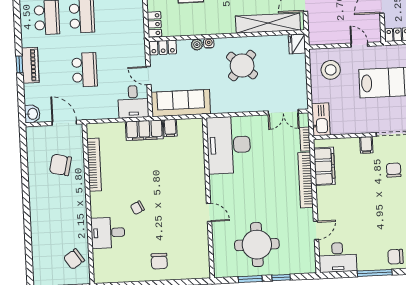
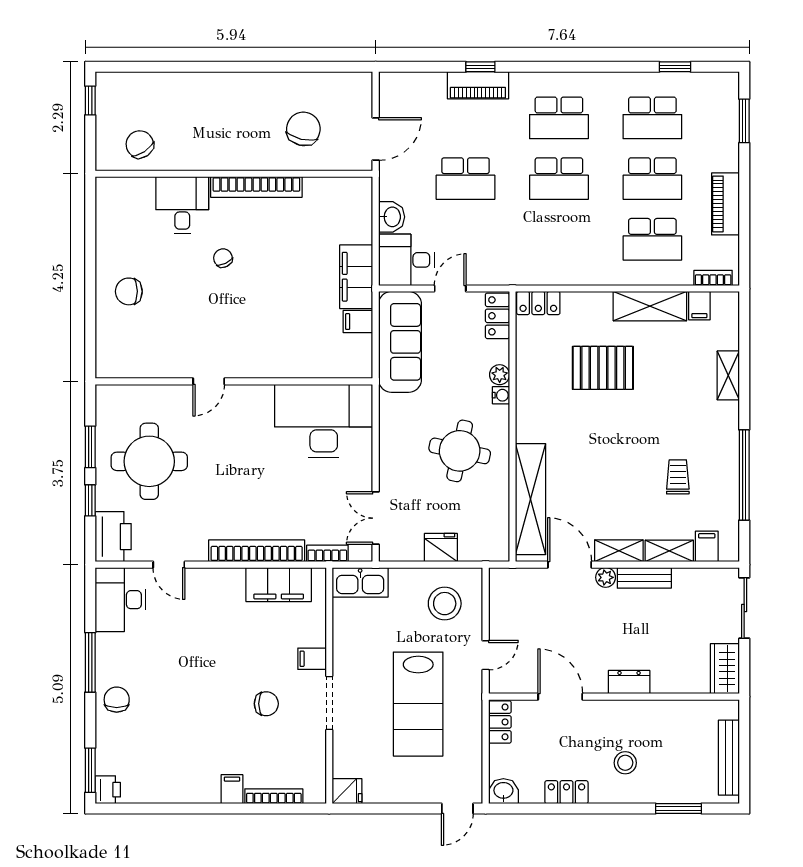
fridge: (297, 44) -> (441, 548), moved
round table: (242, 66) -> (460, 451), turned -30
washbasin: (32, 114) -> (392, 217), moved, turned -90
bookcase: (94, 165) -> (256, 187), moved
printer: (301, 263) -> (113, 537), added

